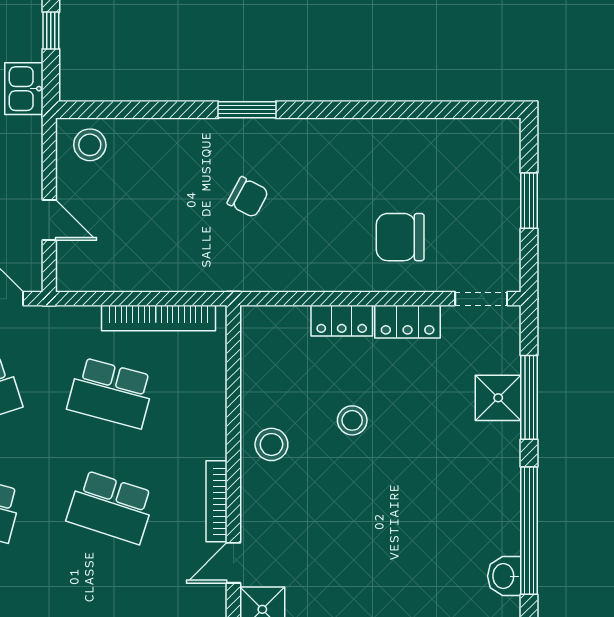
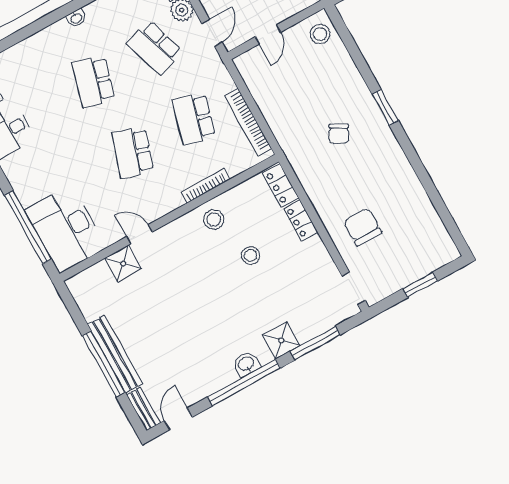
locker: (408, 322) -> (281, 186), moved
shower: (498, 398) -> (281, 340), moved
bookcase: (217, 501) -> (206, 186), moved
washbasin: (504, 576) -> (246, 364), moved

